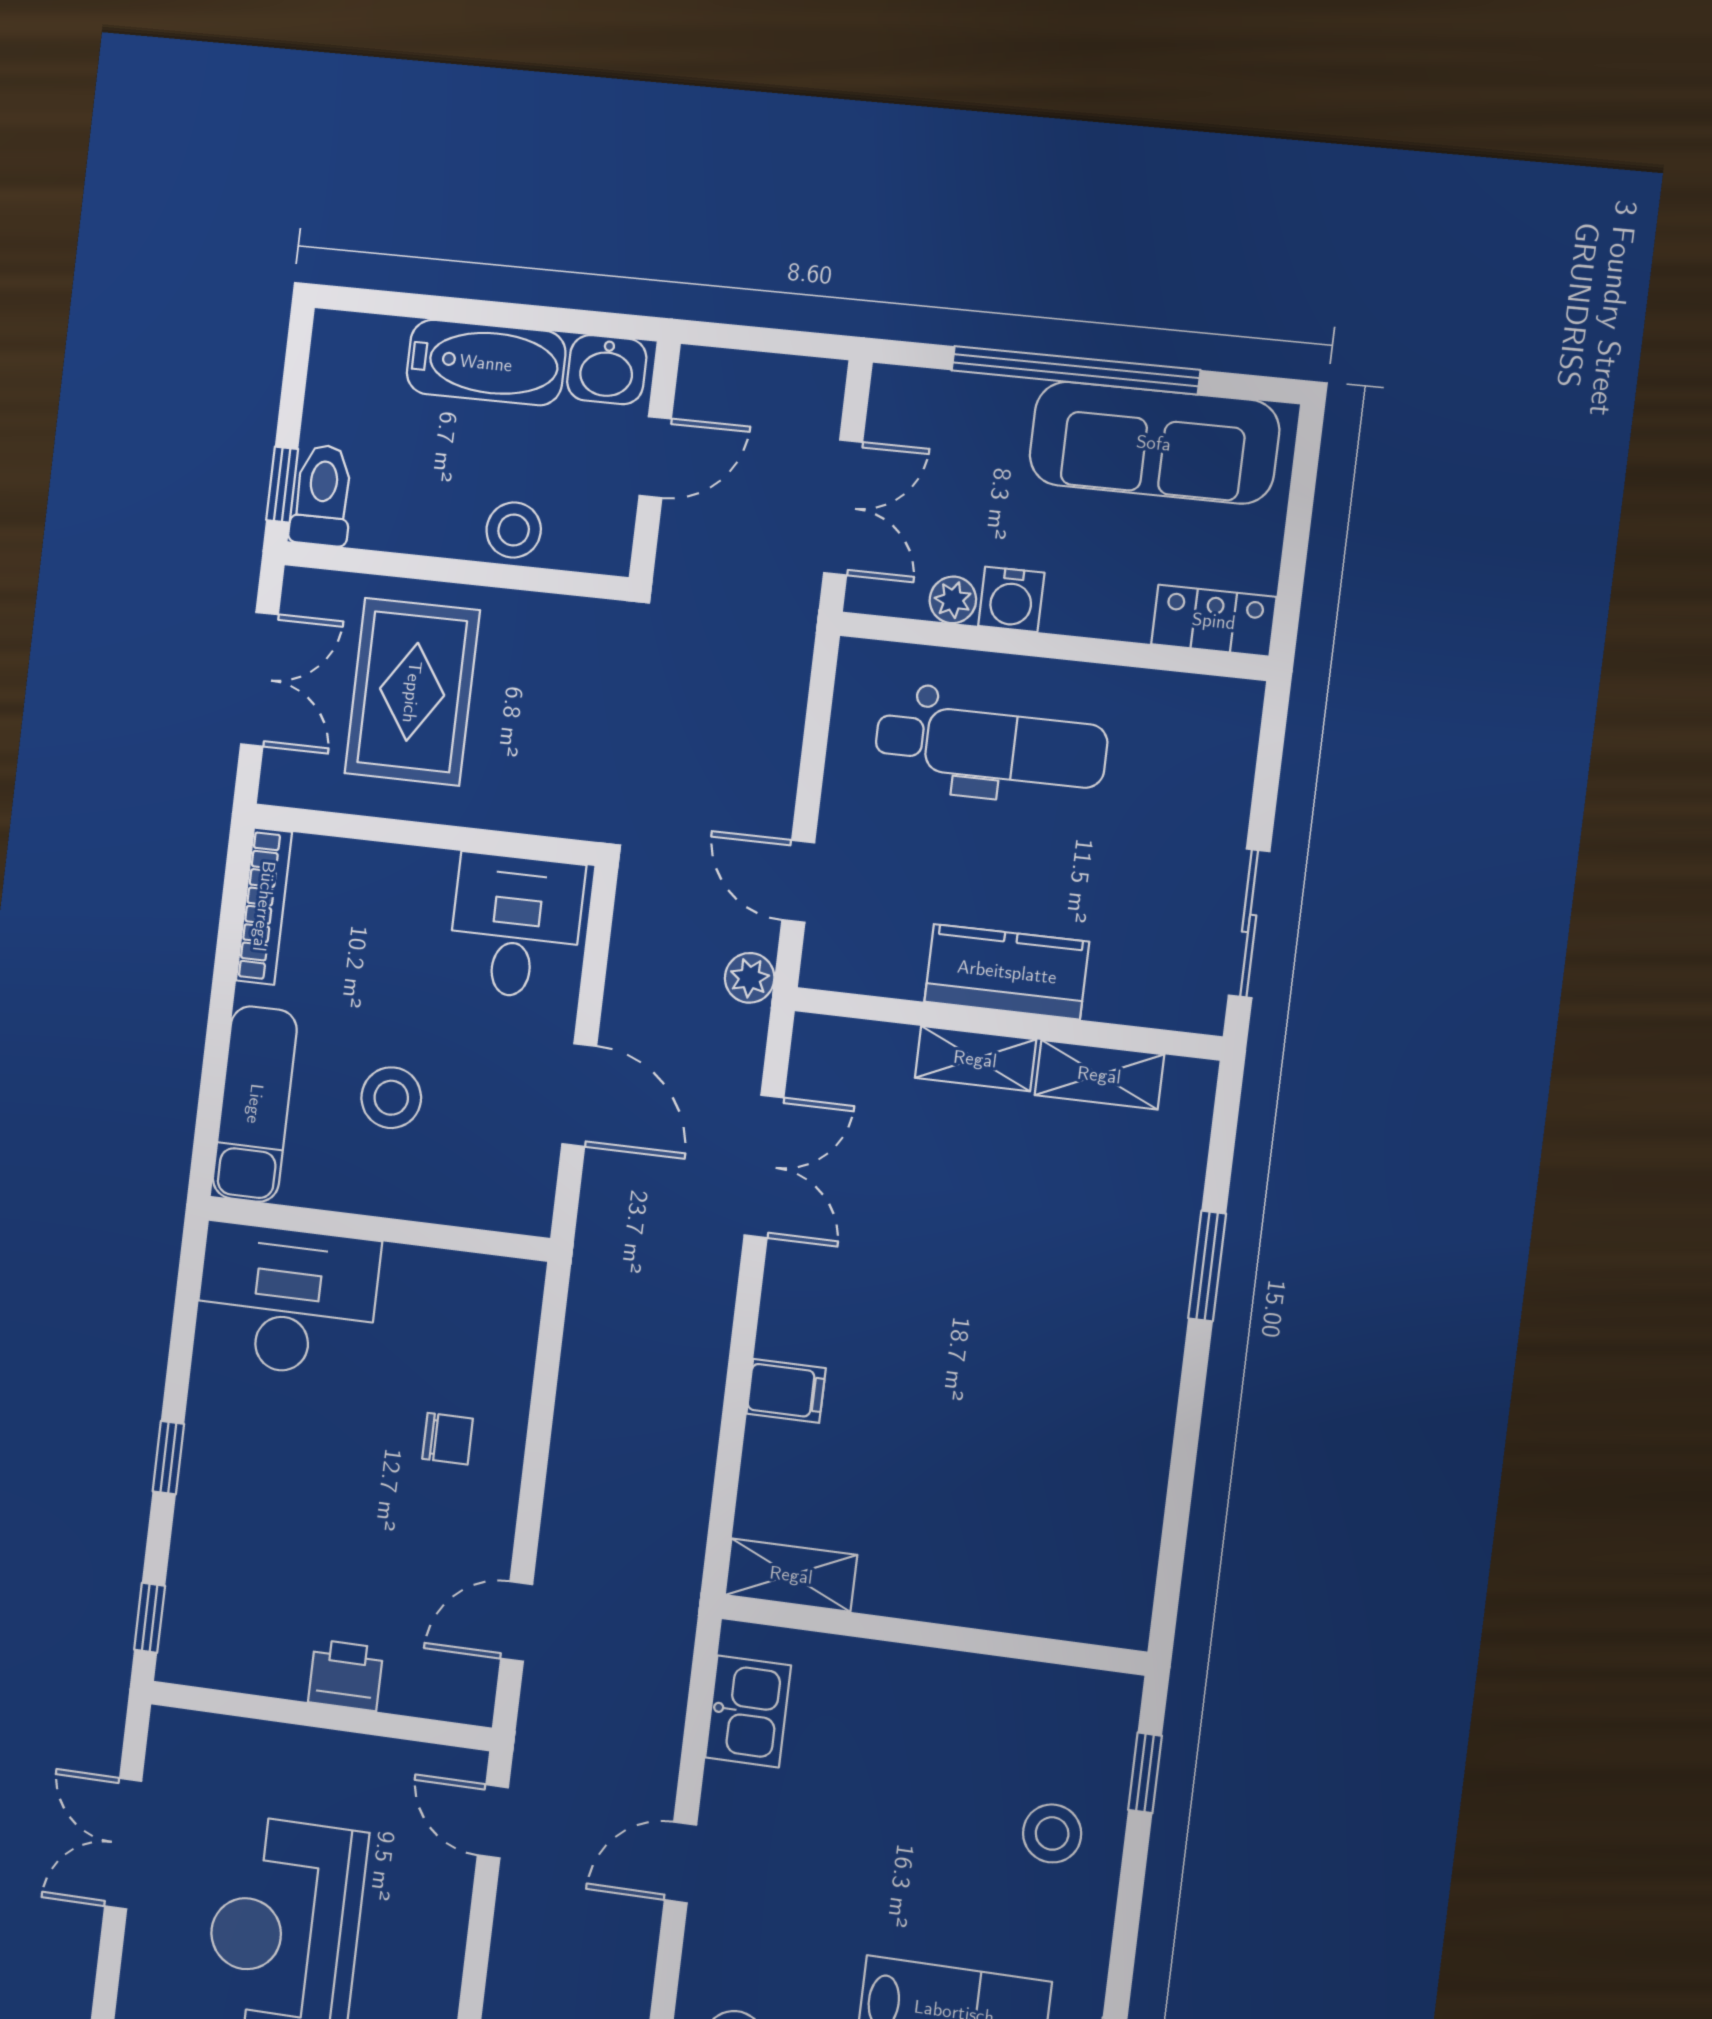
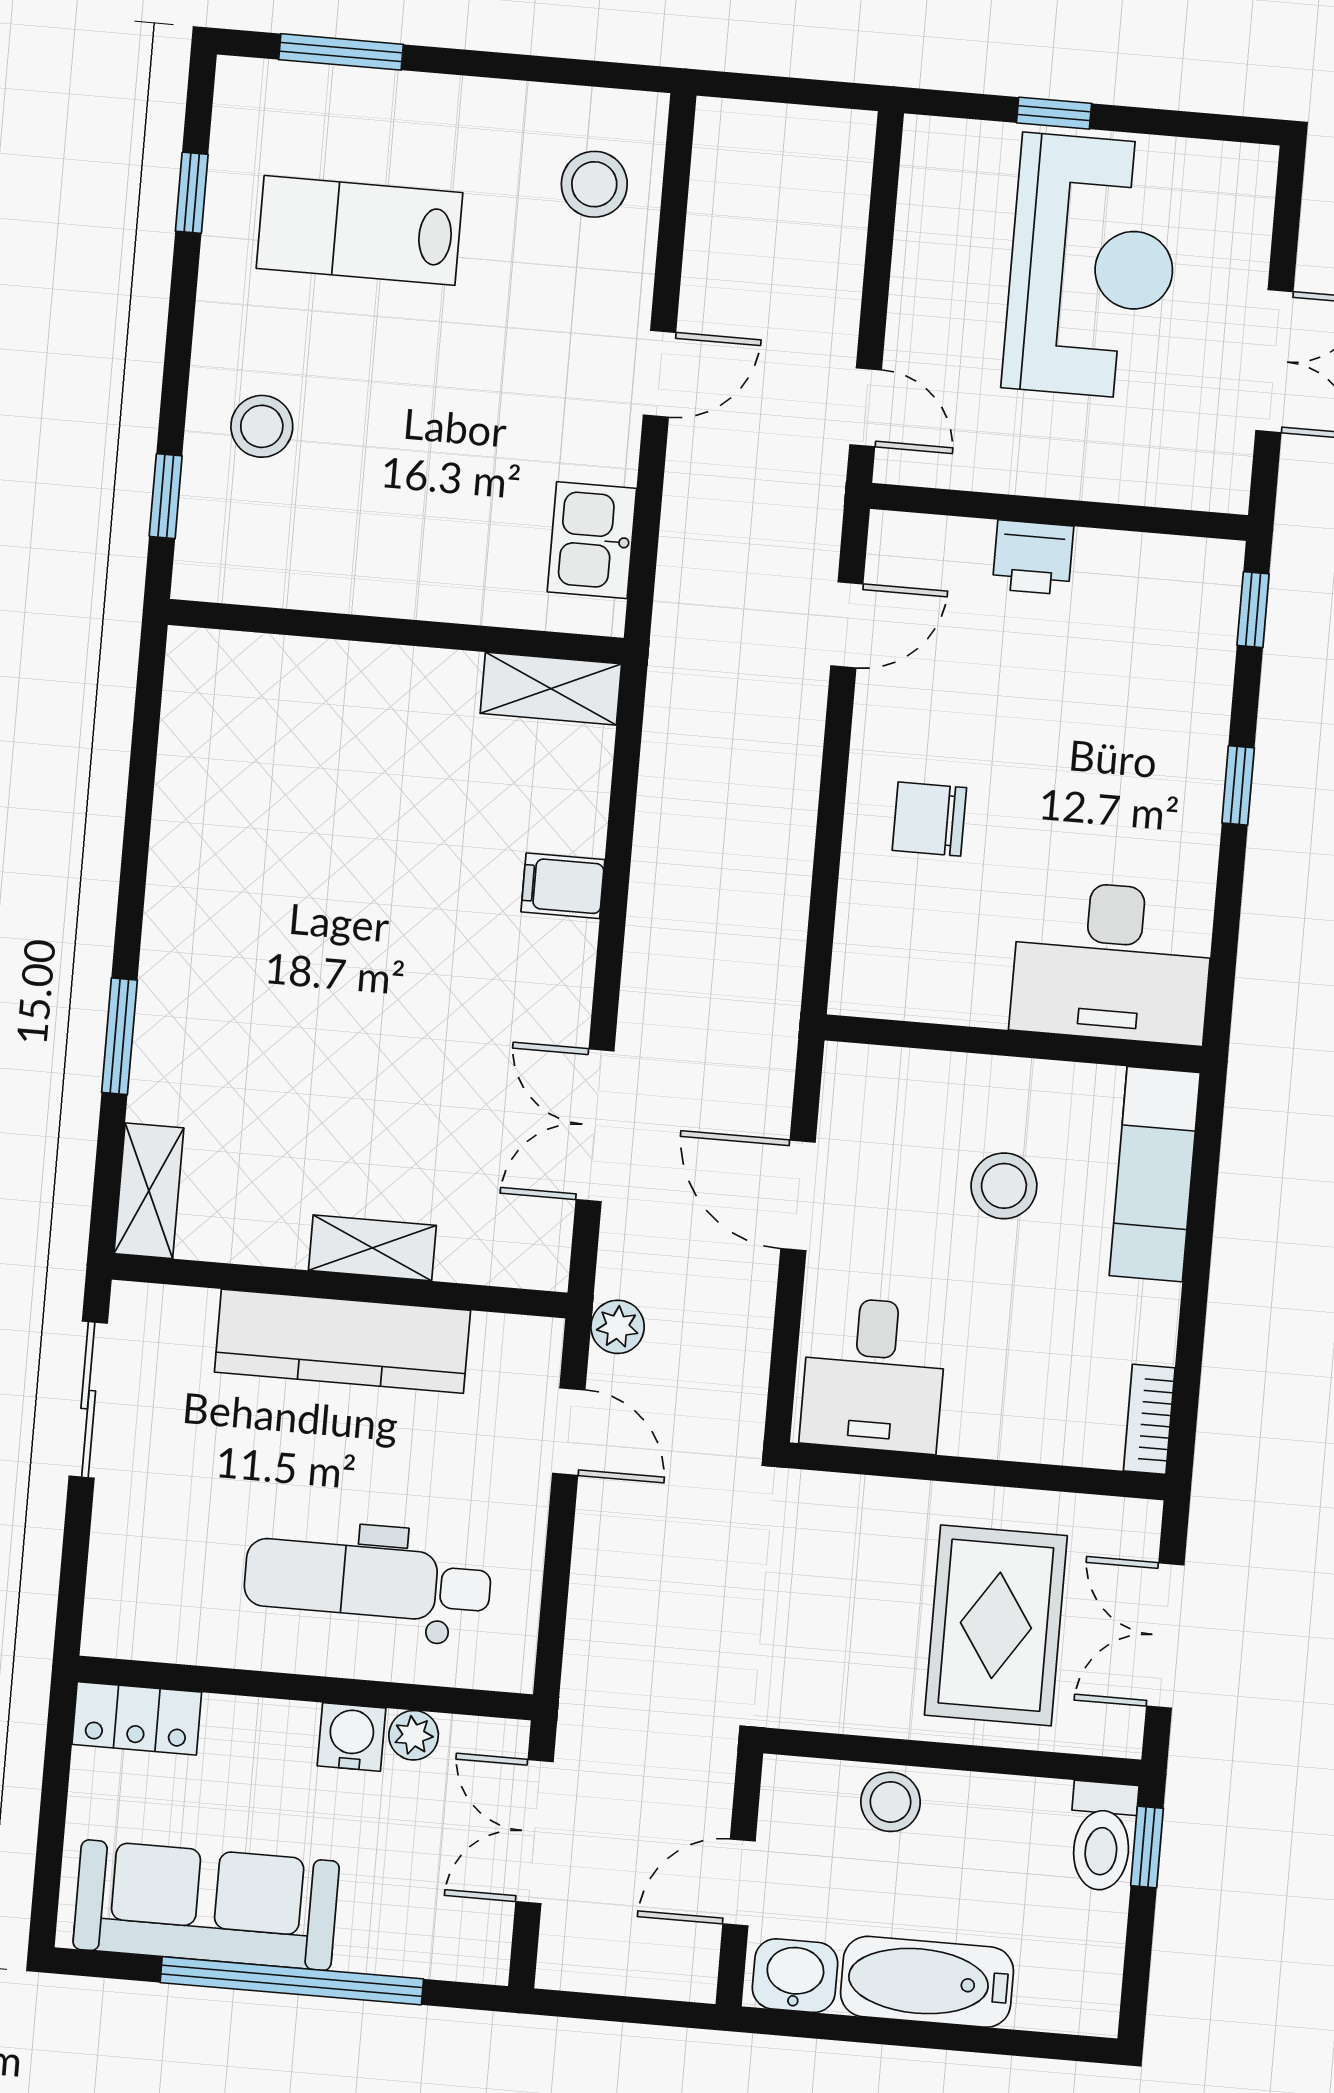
bookcase: (264, 906) -> (1149, 1419), width x0.64
kitchen counter: (1007, 972) -> (342, 1341), width x1.50
shelving: (1099, 1075) -> (149, 1191), moved, turned 90
chair: (448, 1439) -> (929, 819), width x1.37, depth x1.37

